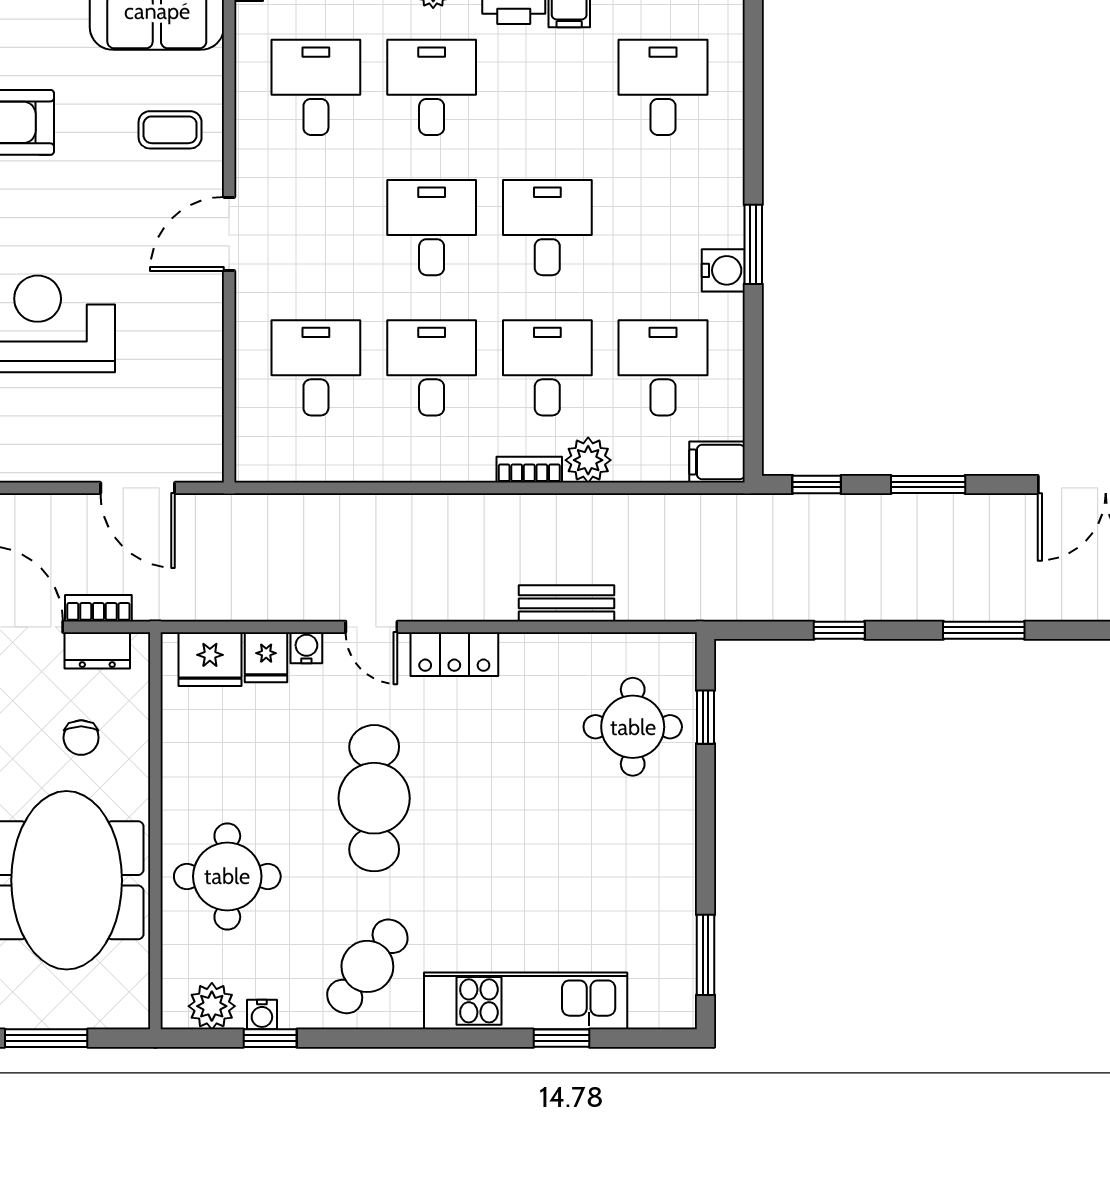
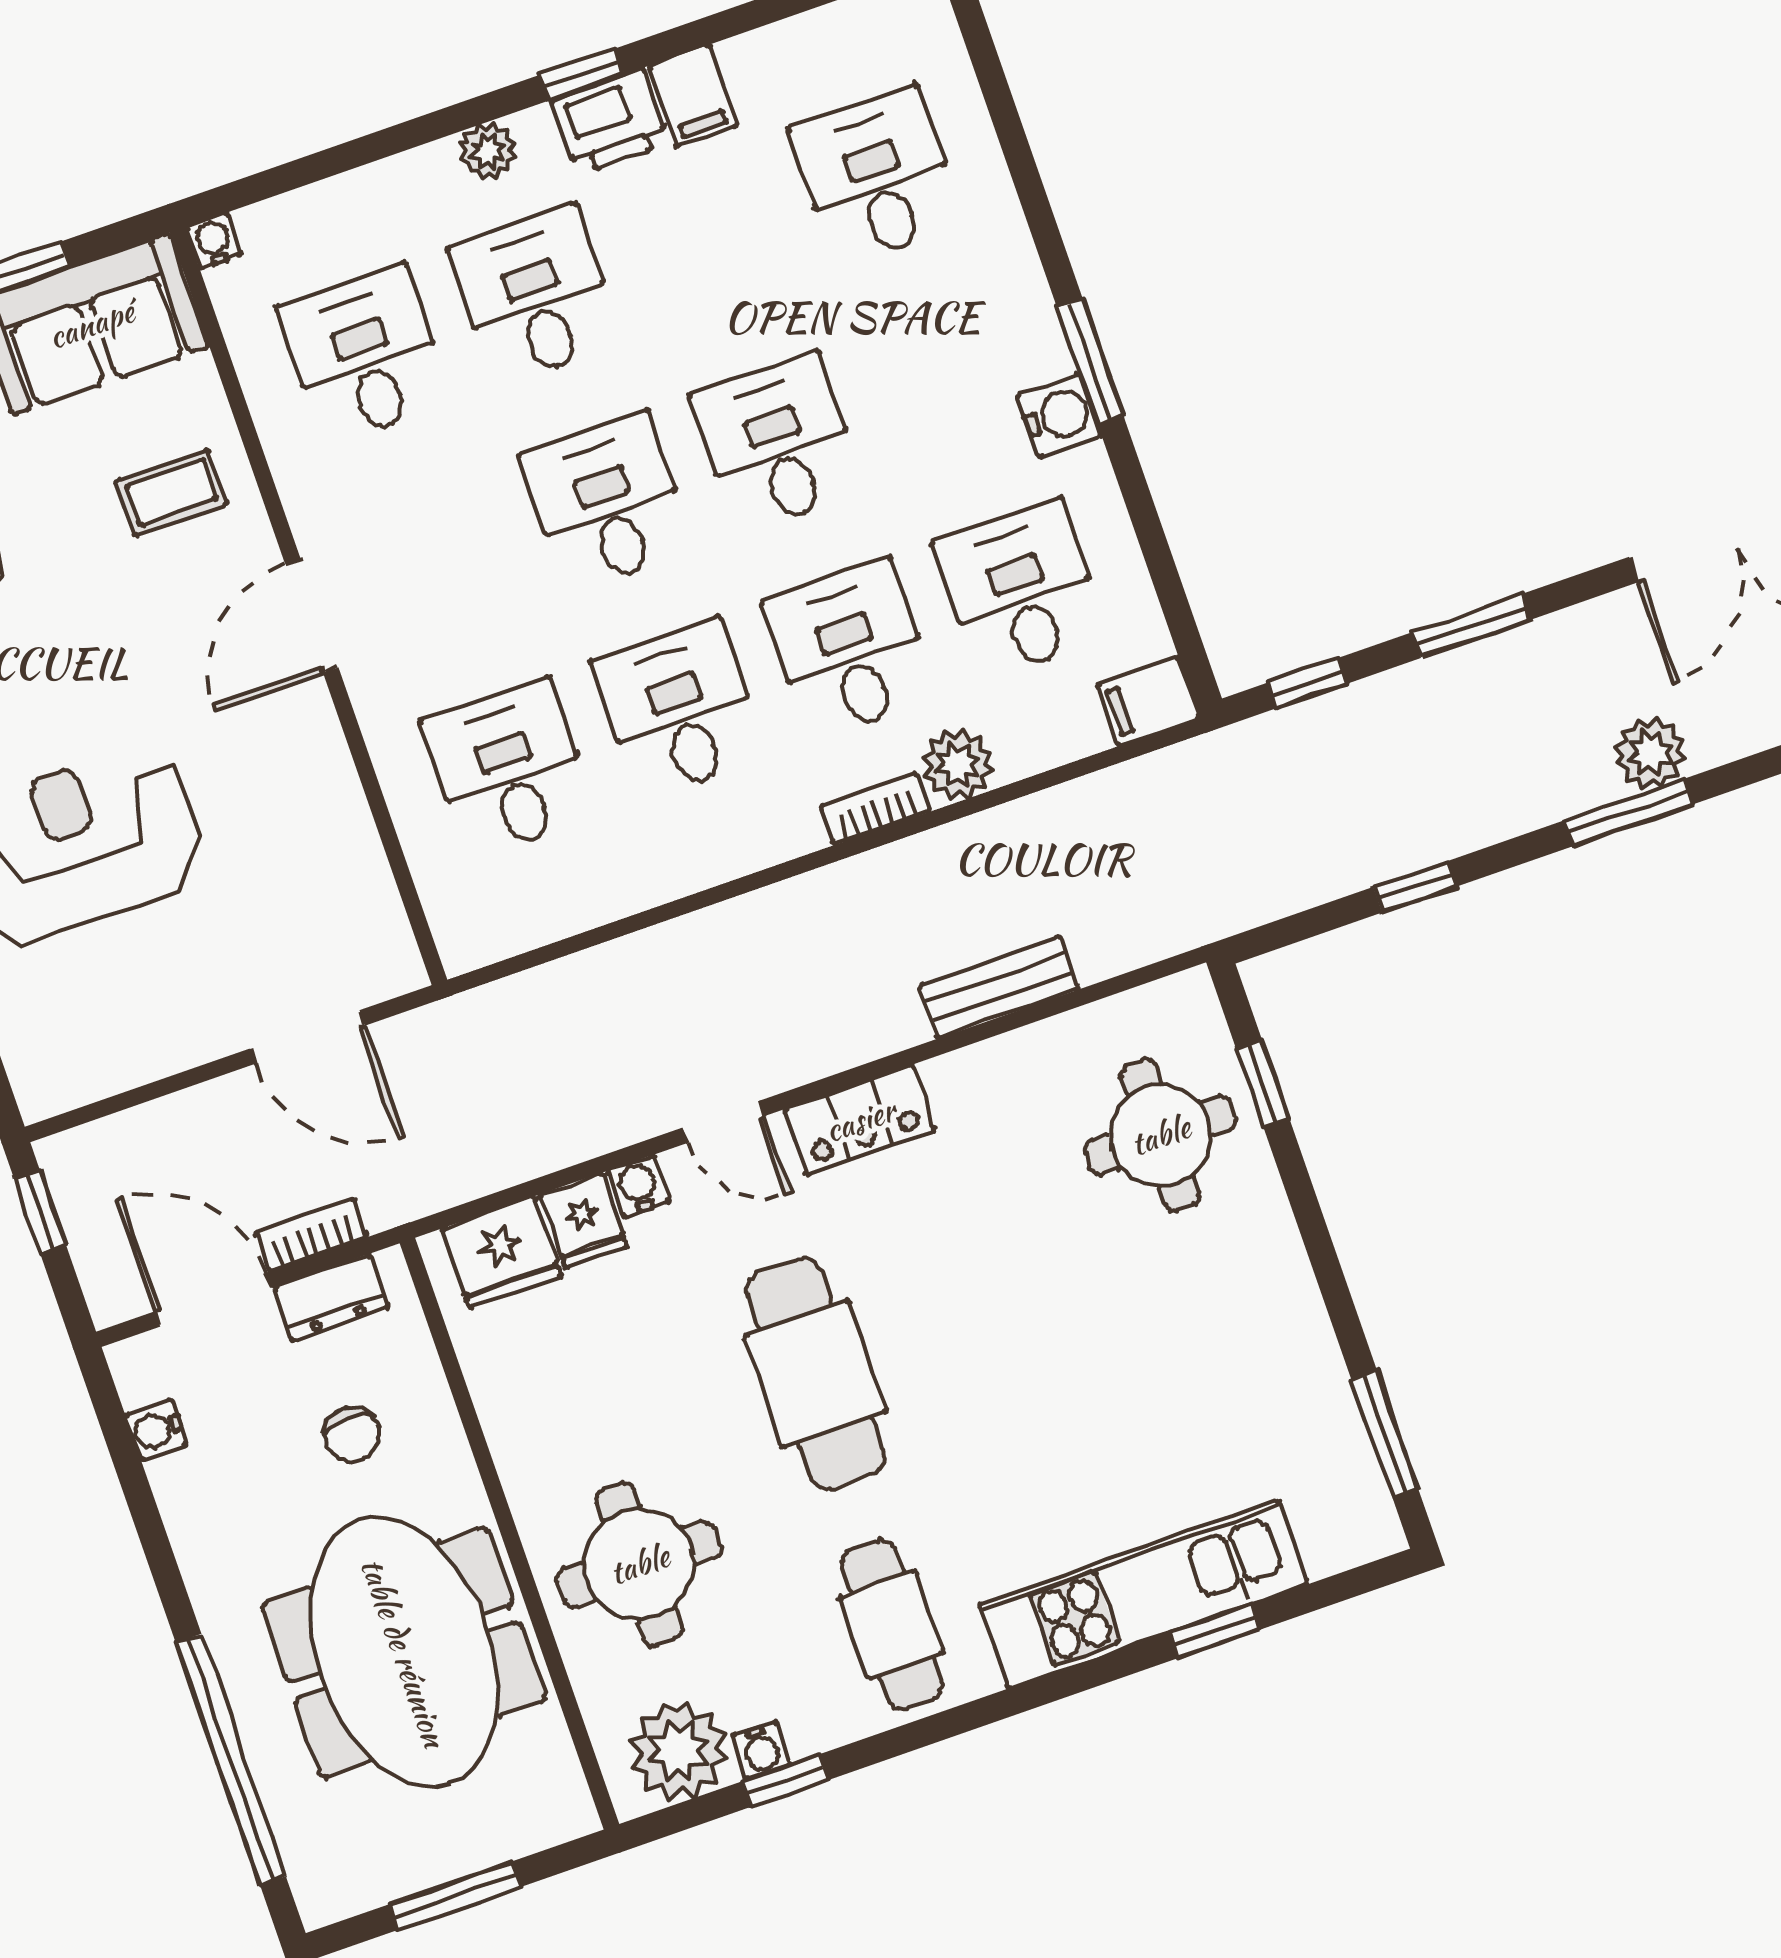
plant: (1010, 599) -> (1650, 753), added
cafe table: (367, 966) -> (892, 1625), turned -37
plant: (212, 1006) -> (679, 1751), width x1.36, depth x1.36

